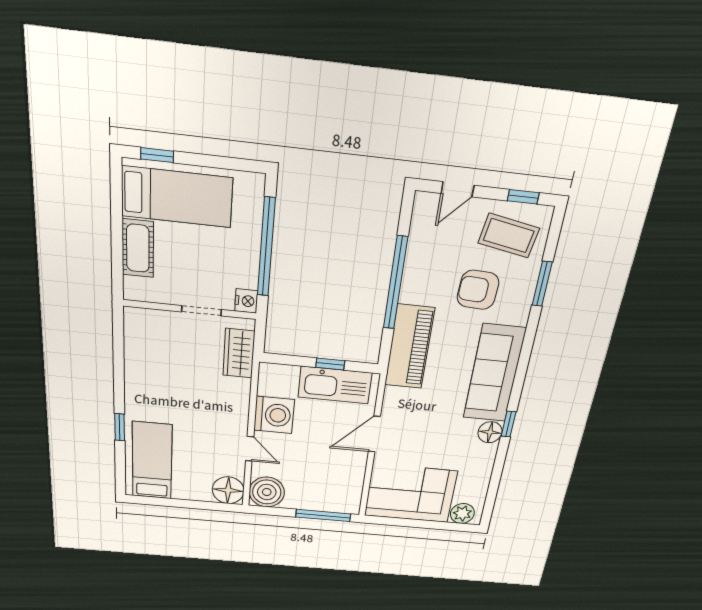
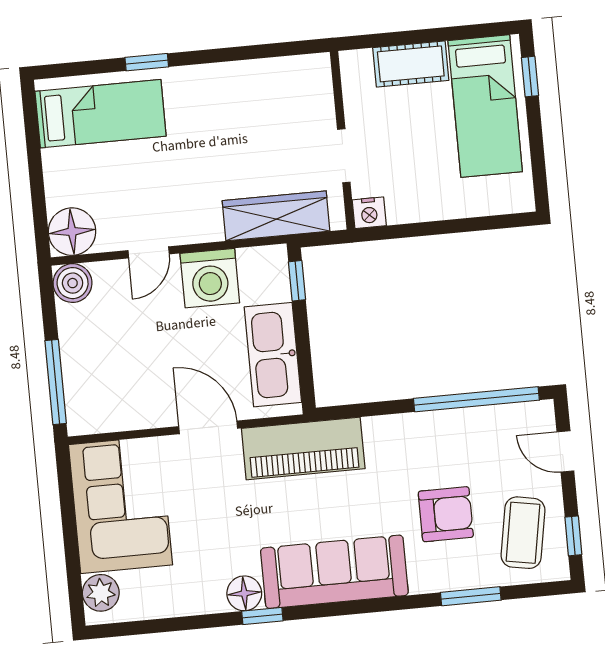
window: (266, 247) -> (445, 227), removed
window: (395, 283) -> (476, 399), moved
armchair: (478, 290) -> (446, 514), turned 87
piano: (409, 347) -> (303, 449), moved
wardrobe: (239, 353) -> (276, 216), width x1.50
window: (330, 364) -> (297, 281), moved
boiler: (267, 492) -> (73, 283), width x0.73, depth x0.73

